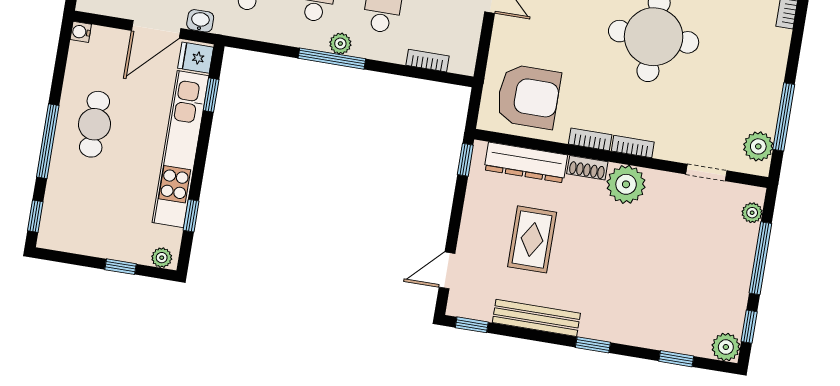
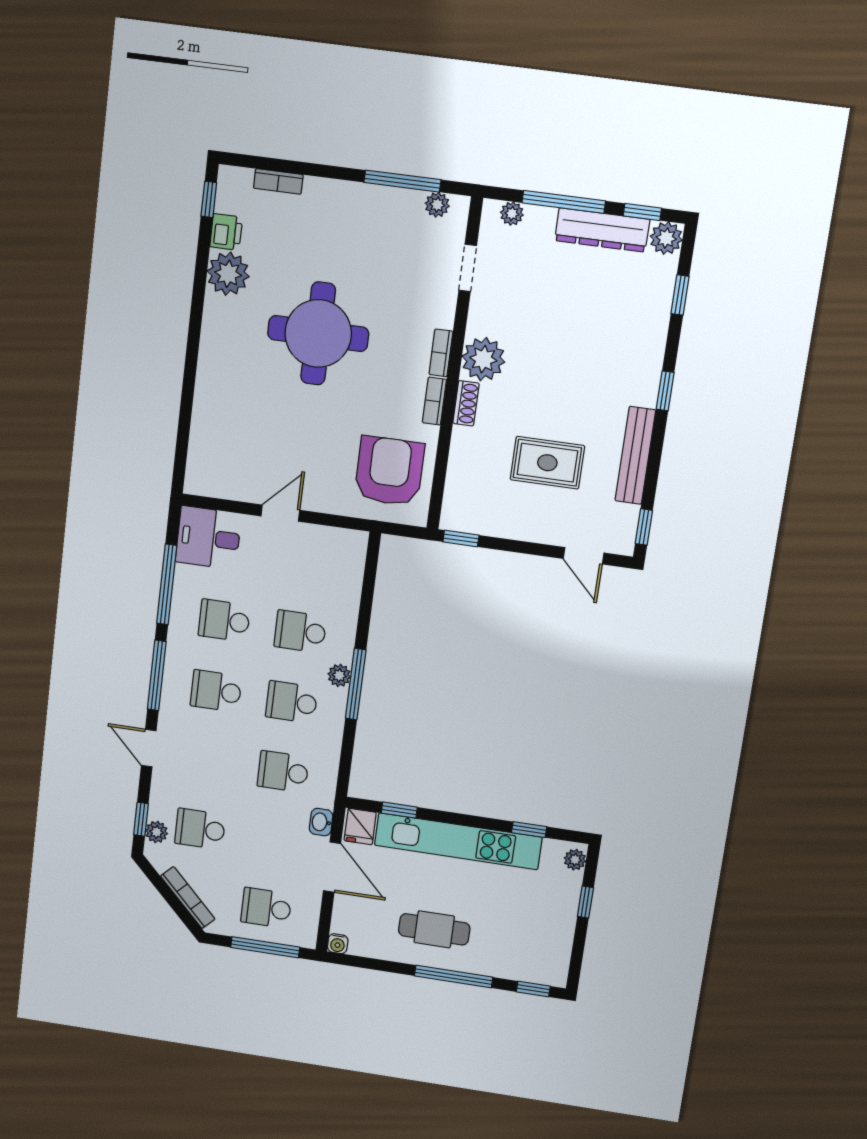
bookcase: (427, 61) -> (354, 582), removed
plant: (758, 146) -> (437, 205), width x0.73, depth x0.73
dresser: (526, 162) -> (602, 230), moved, turned 90

